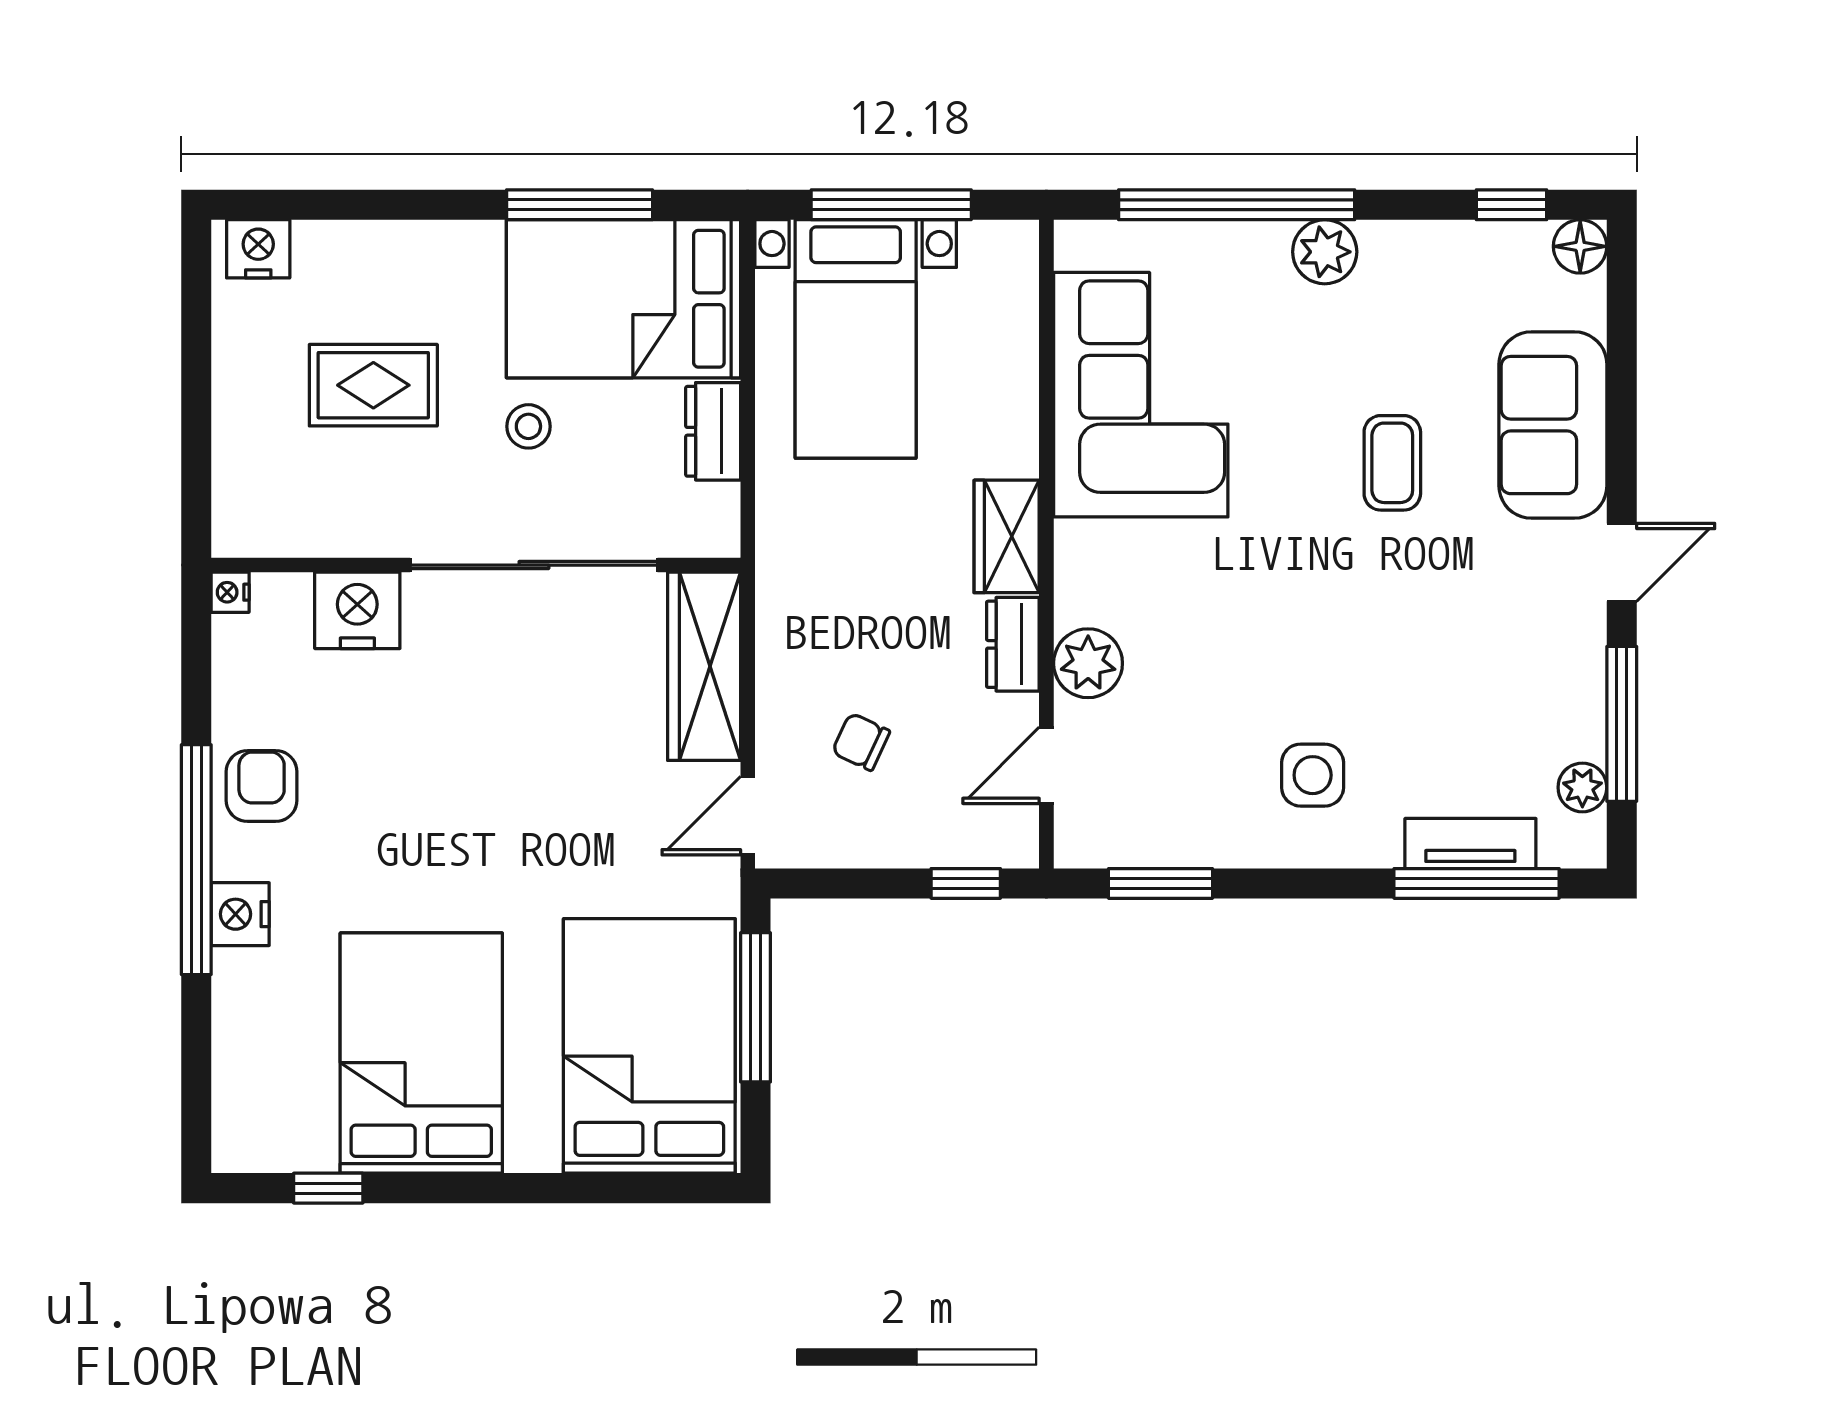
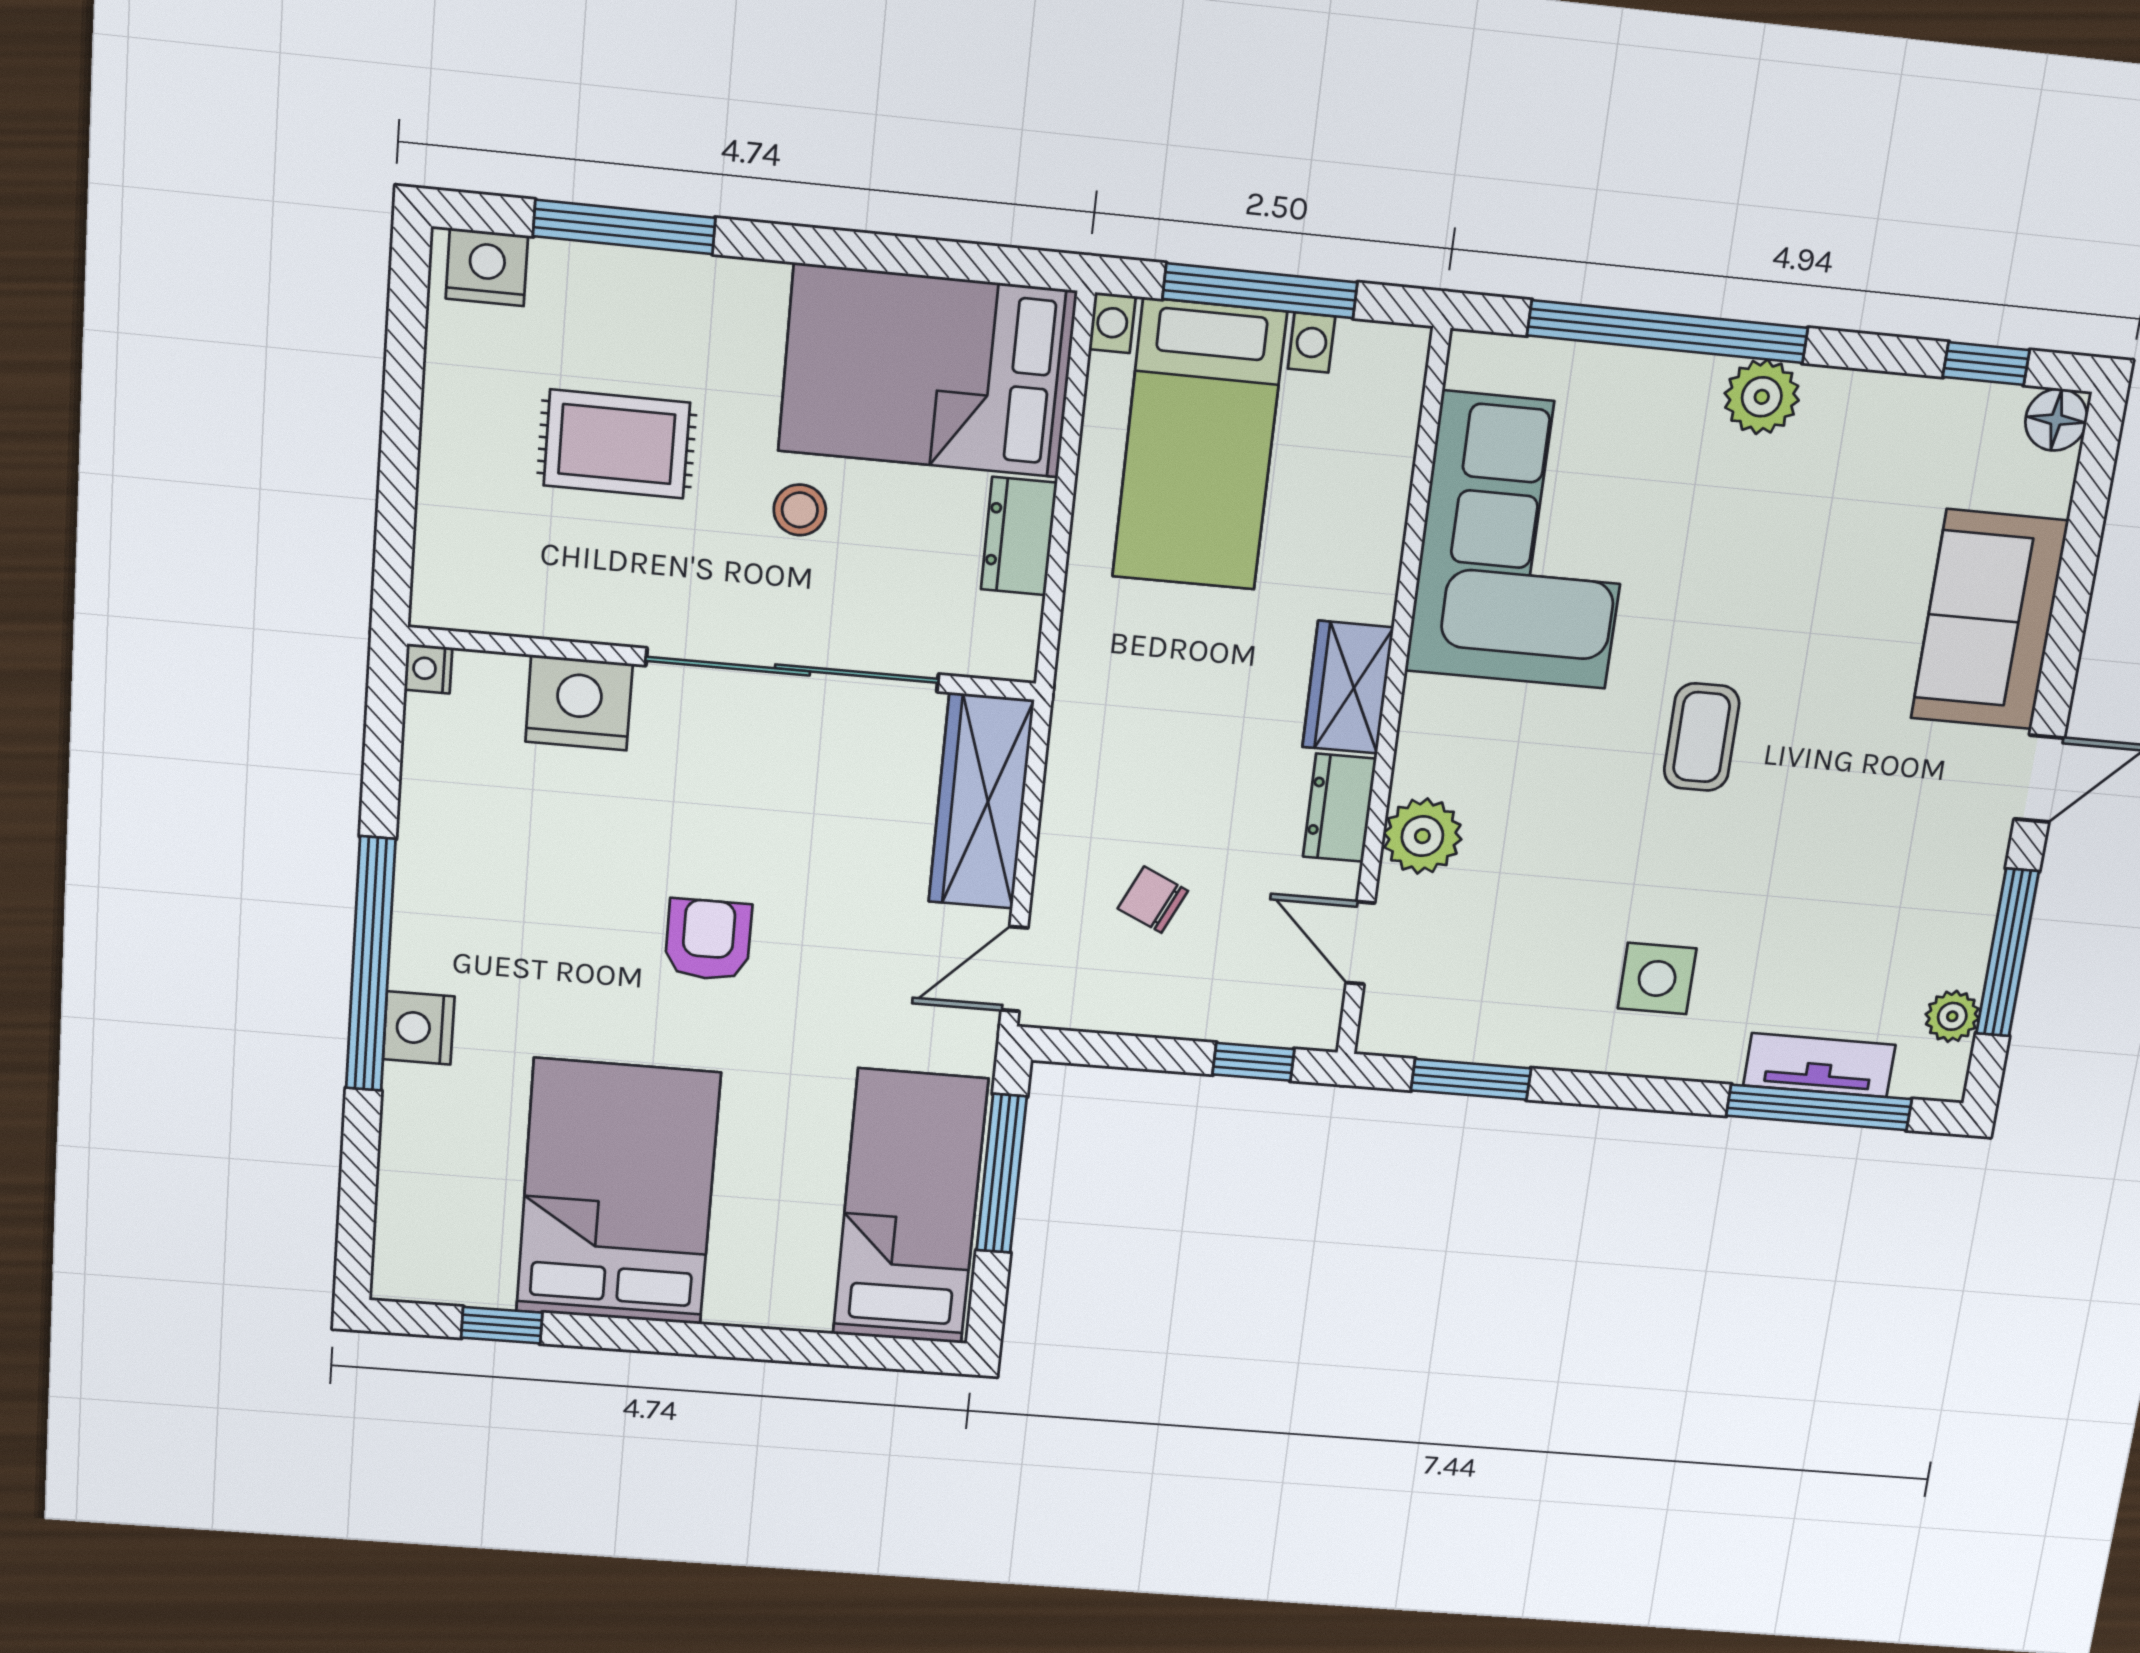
window: (580, 205) -> (624, 227), moved
coffee table: (1392, 463) -> (1702, 737), moved
door: (1046, 765) -> (1360, 943), hinge flipped
armchair: (262, 786) -> (708, 940), moved
bed: (649, 1046) -> (910, 1207), width x0.67

